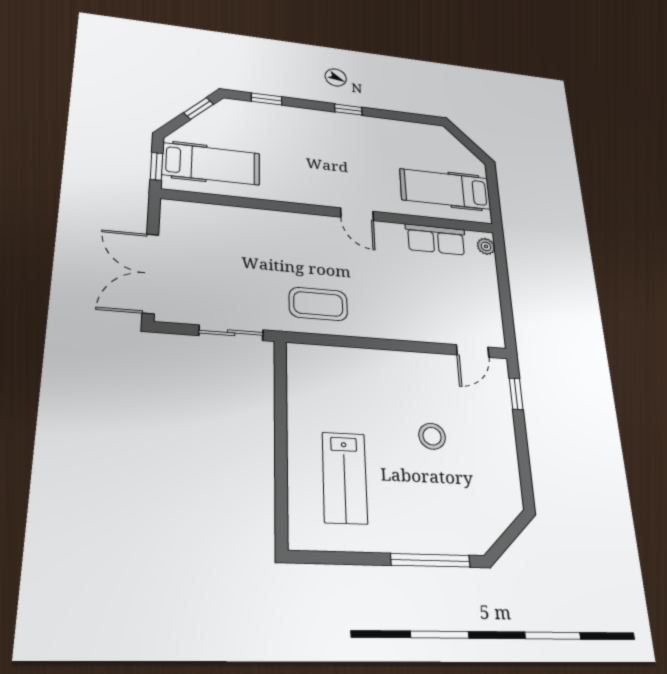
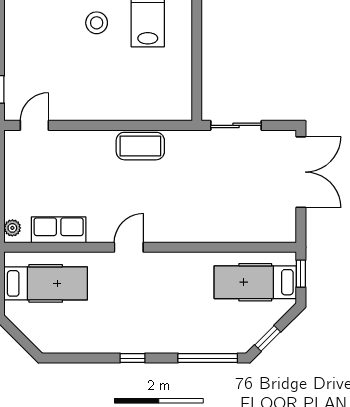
window: (267, 99) -> (208, 358), width x2.17
door: (357, 214) -> (129, 247), hinge flipped
coffee table: (318, 304) -> (140, 146), moved
stool: (432, 436) -> (97, 23), moved

